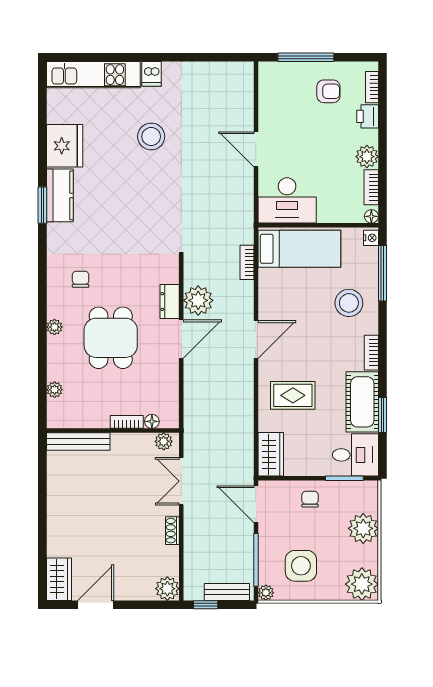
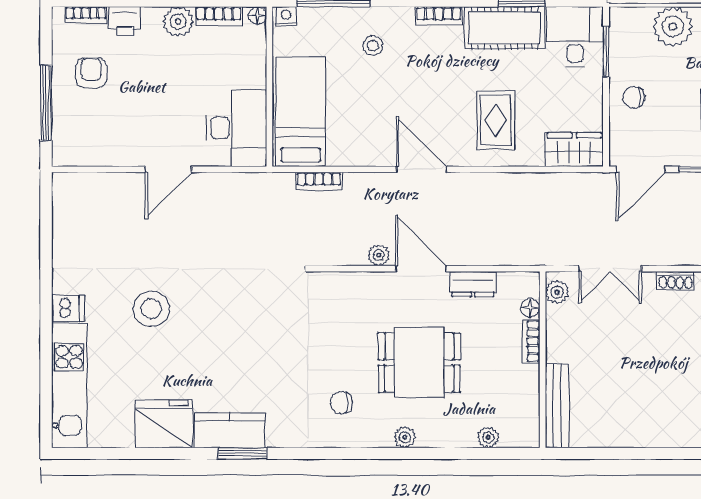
plant: (198, 300) -> (379, 255), width x0.53, depth x0.53
dresser: (170, 302) -> (473, 284), moved
stool: (349, 303) -> (373, 46), width x0.53, depth x0.53

